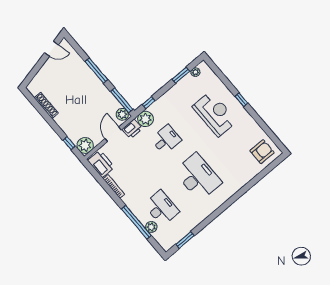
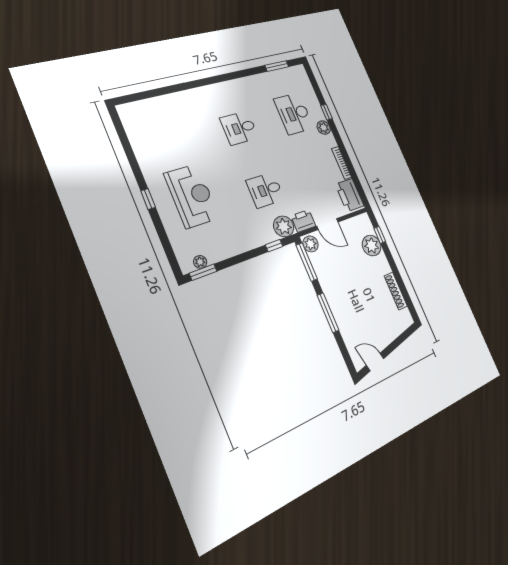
window: (181, 75) -> (203, 272), moved
reception desk: (215, 114) -> (192, 196), turned 180
door: (113, 134) -> (327, 224), hinge flipped
plant: (85, 145) -> (372, 246), moved
armchair: (262, 152) -> (144, 120), removed
desk: (198, 177) -> (239, 128), width x0.53, depth x0.77
window: (136, 222) -> (327, 112), width x0.32
plant: (151, 227) -> (324, 128), moved

